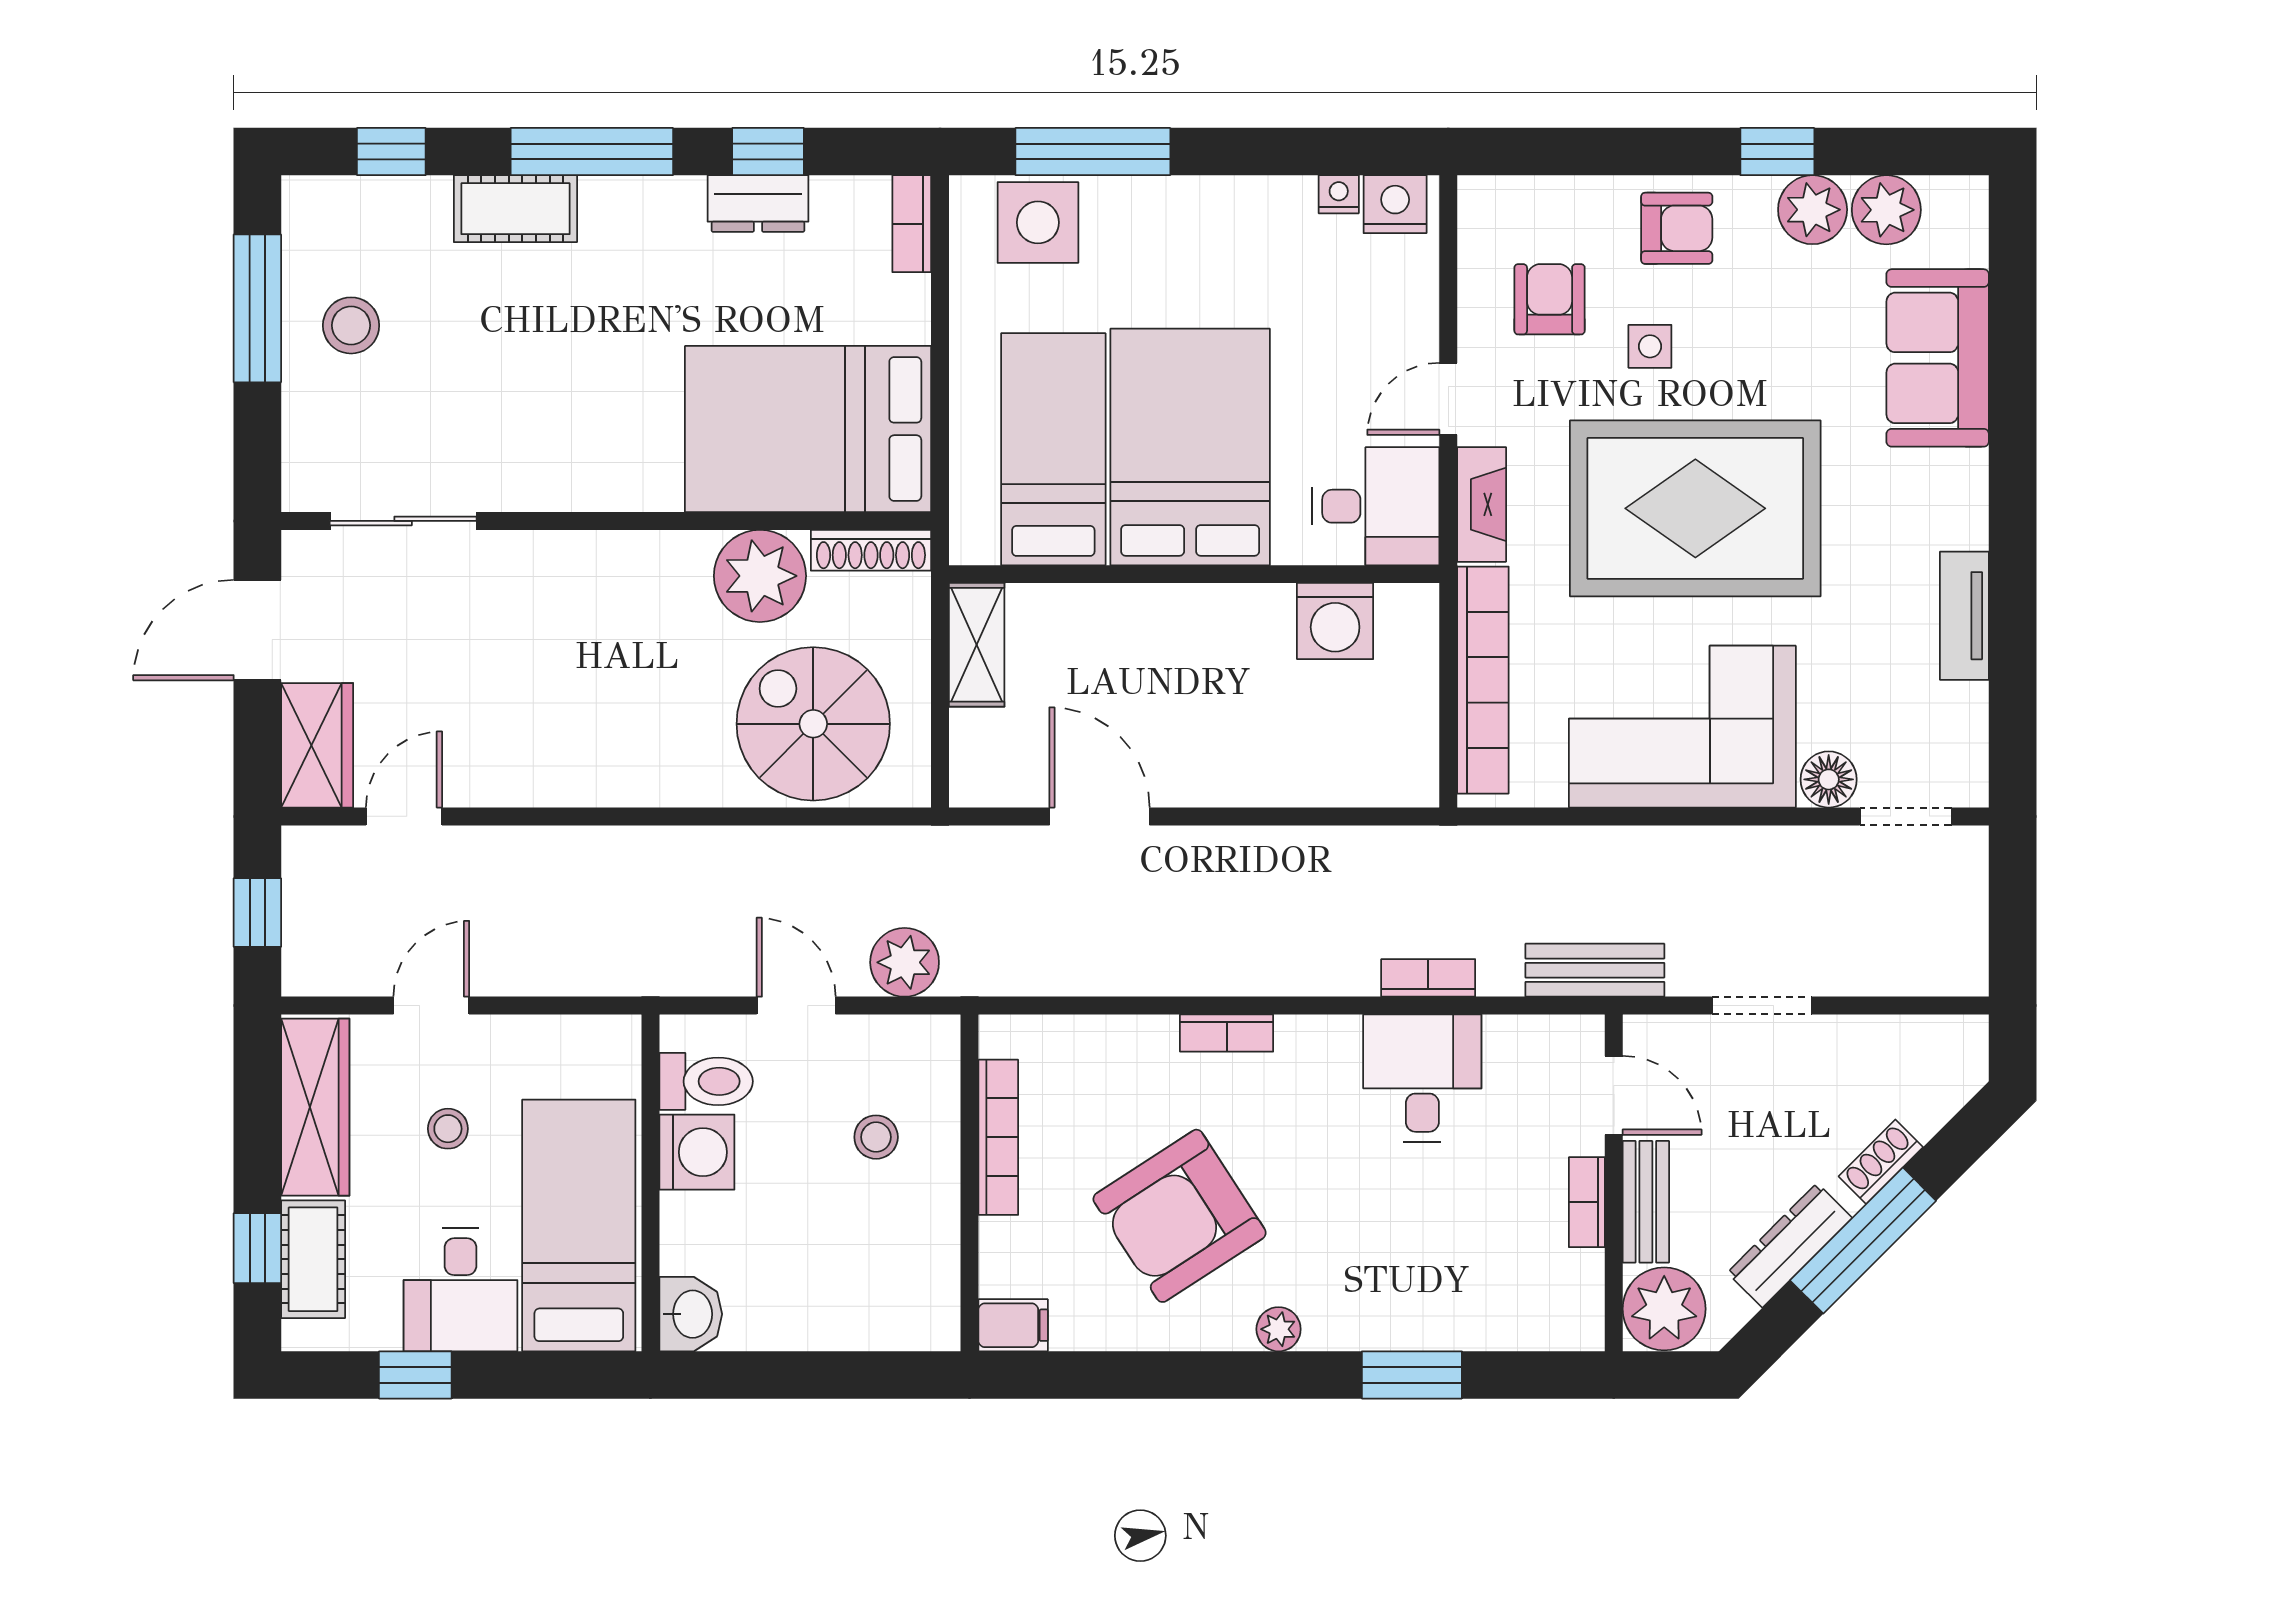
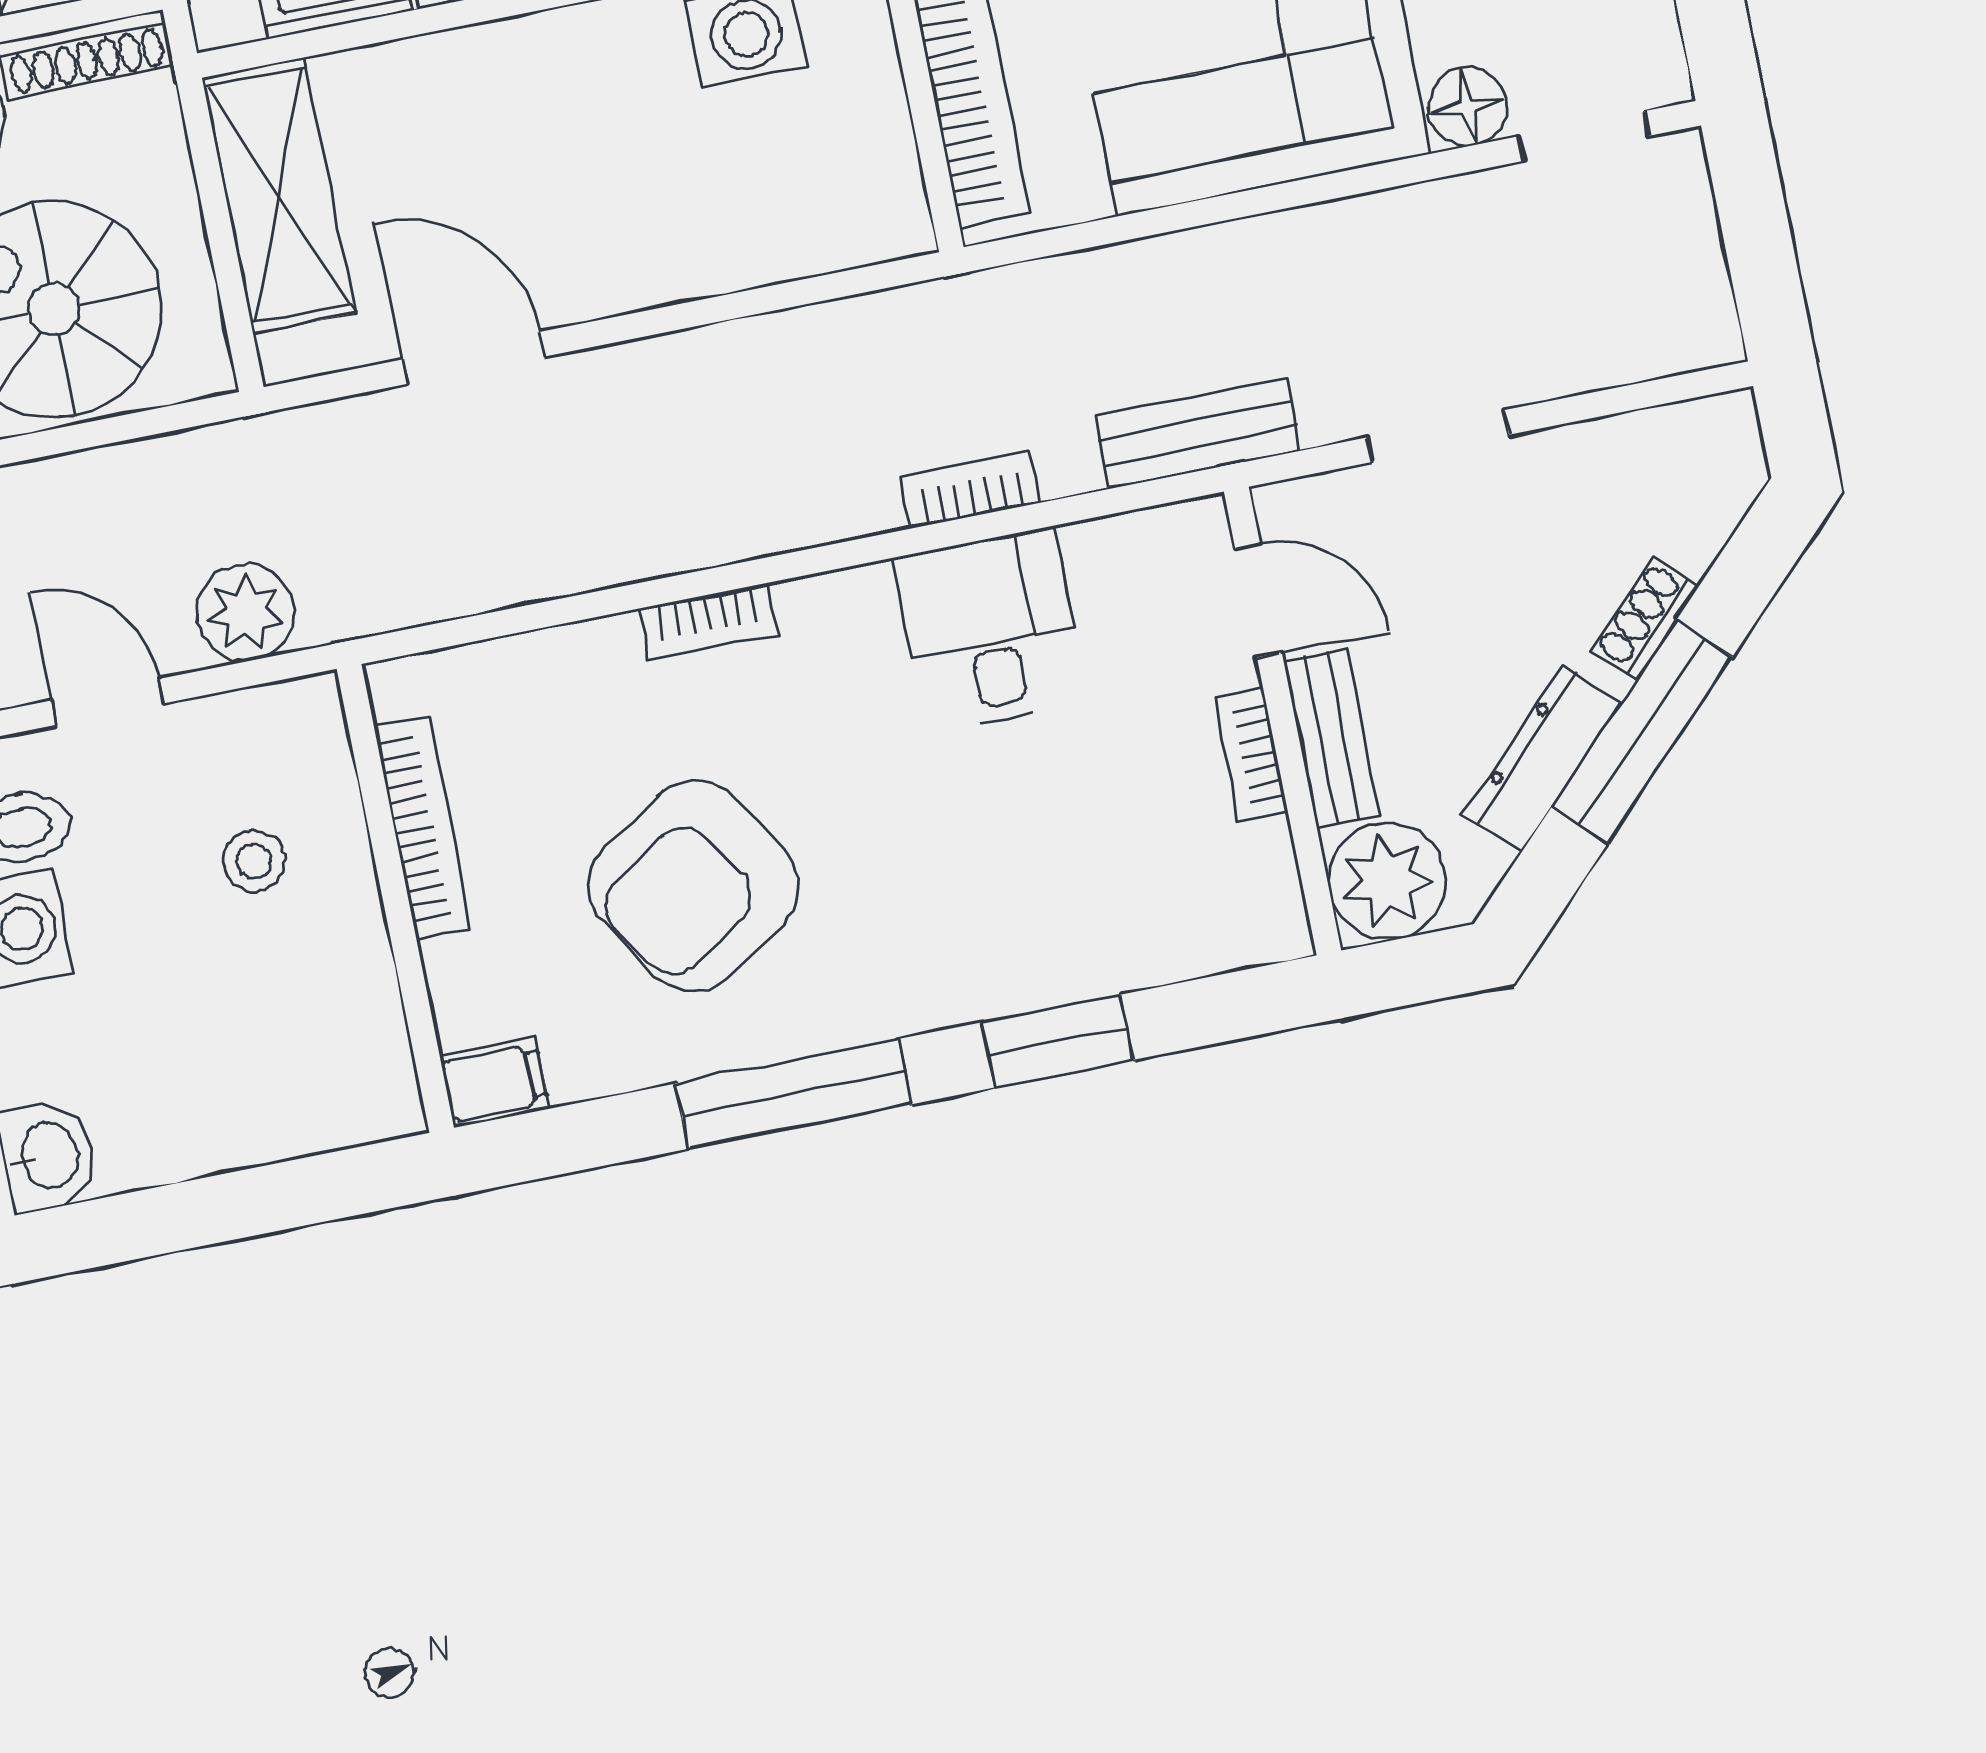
shelving: (977, 645) -> (278, 195), width x1.50, depth x1.33
plant: (1279, 1329) -> (861, 1015), removed
window: (1220, 1375) -> (793, 1094), added

